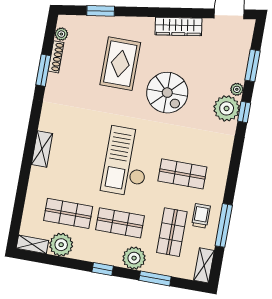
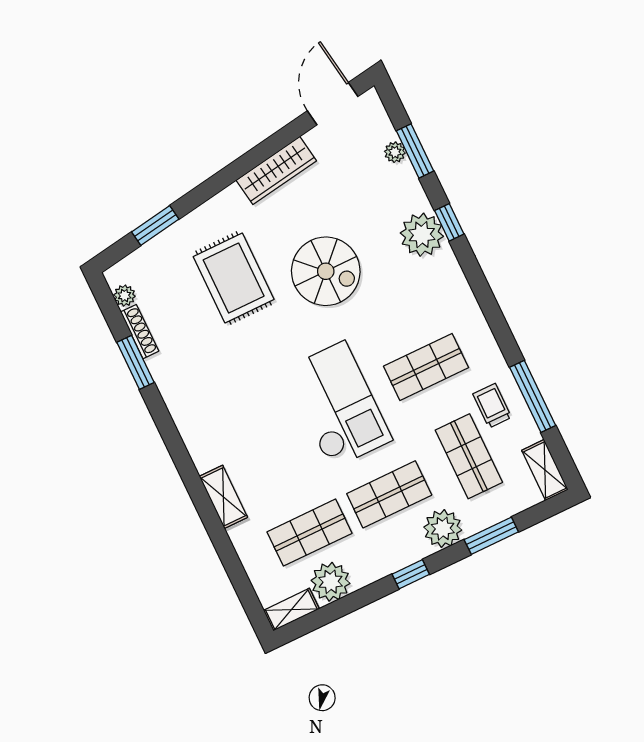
plant: (237, 89) -> (395, 152), moved
shelving: (42, 149) -> (223, 497), moved
checkout: (126, 162) -> (338, 405), turned 180

